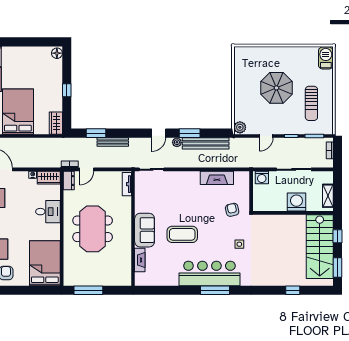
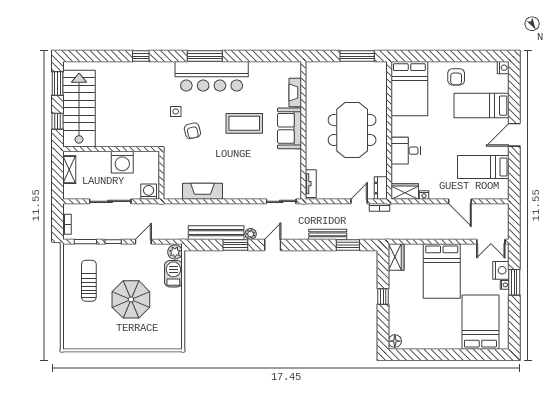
barbecue: (326, 58) -> (173, 274), moved, turned 180
washing machine: (296, 202) -> (122, 162), moved
armchair: (232, 210) -> (192, 131), moved
window: (293, 290) -> (141, 56), moved

